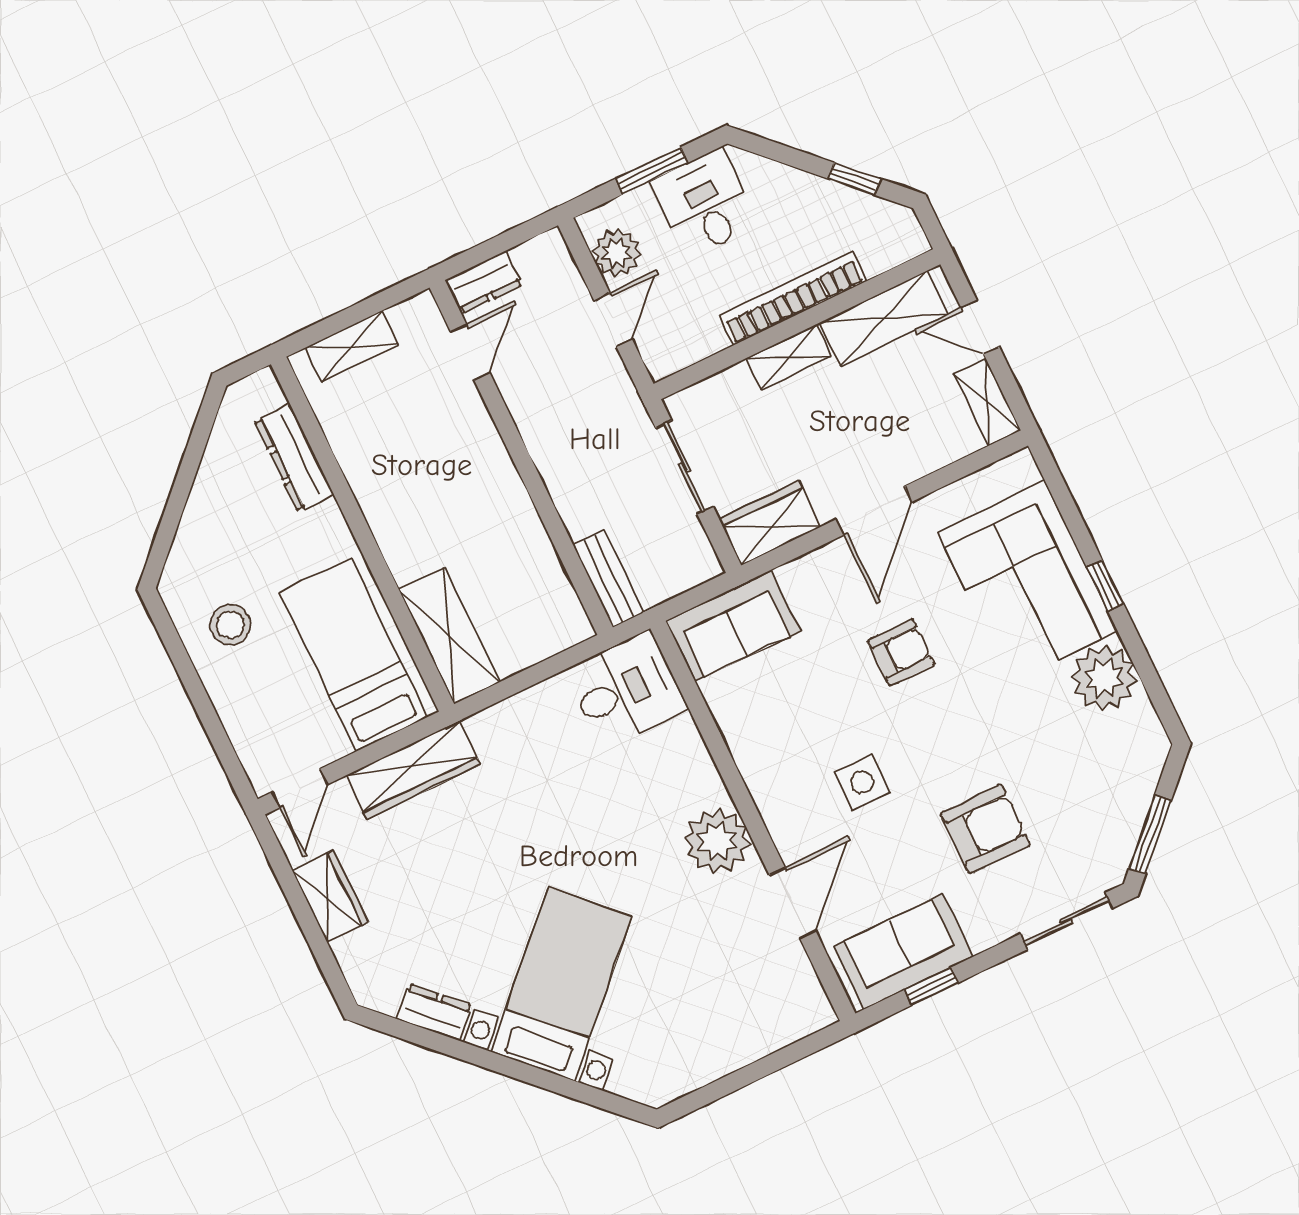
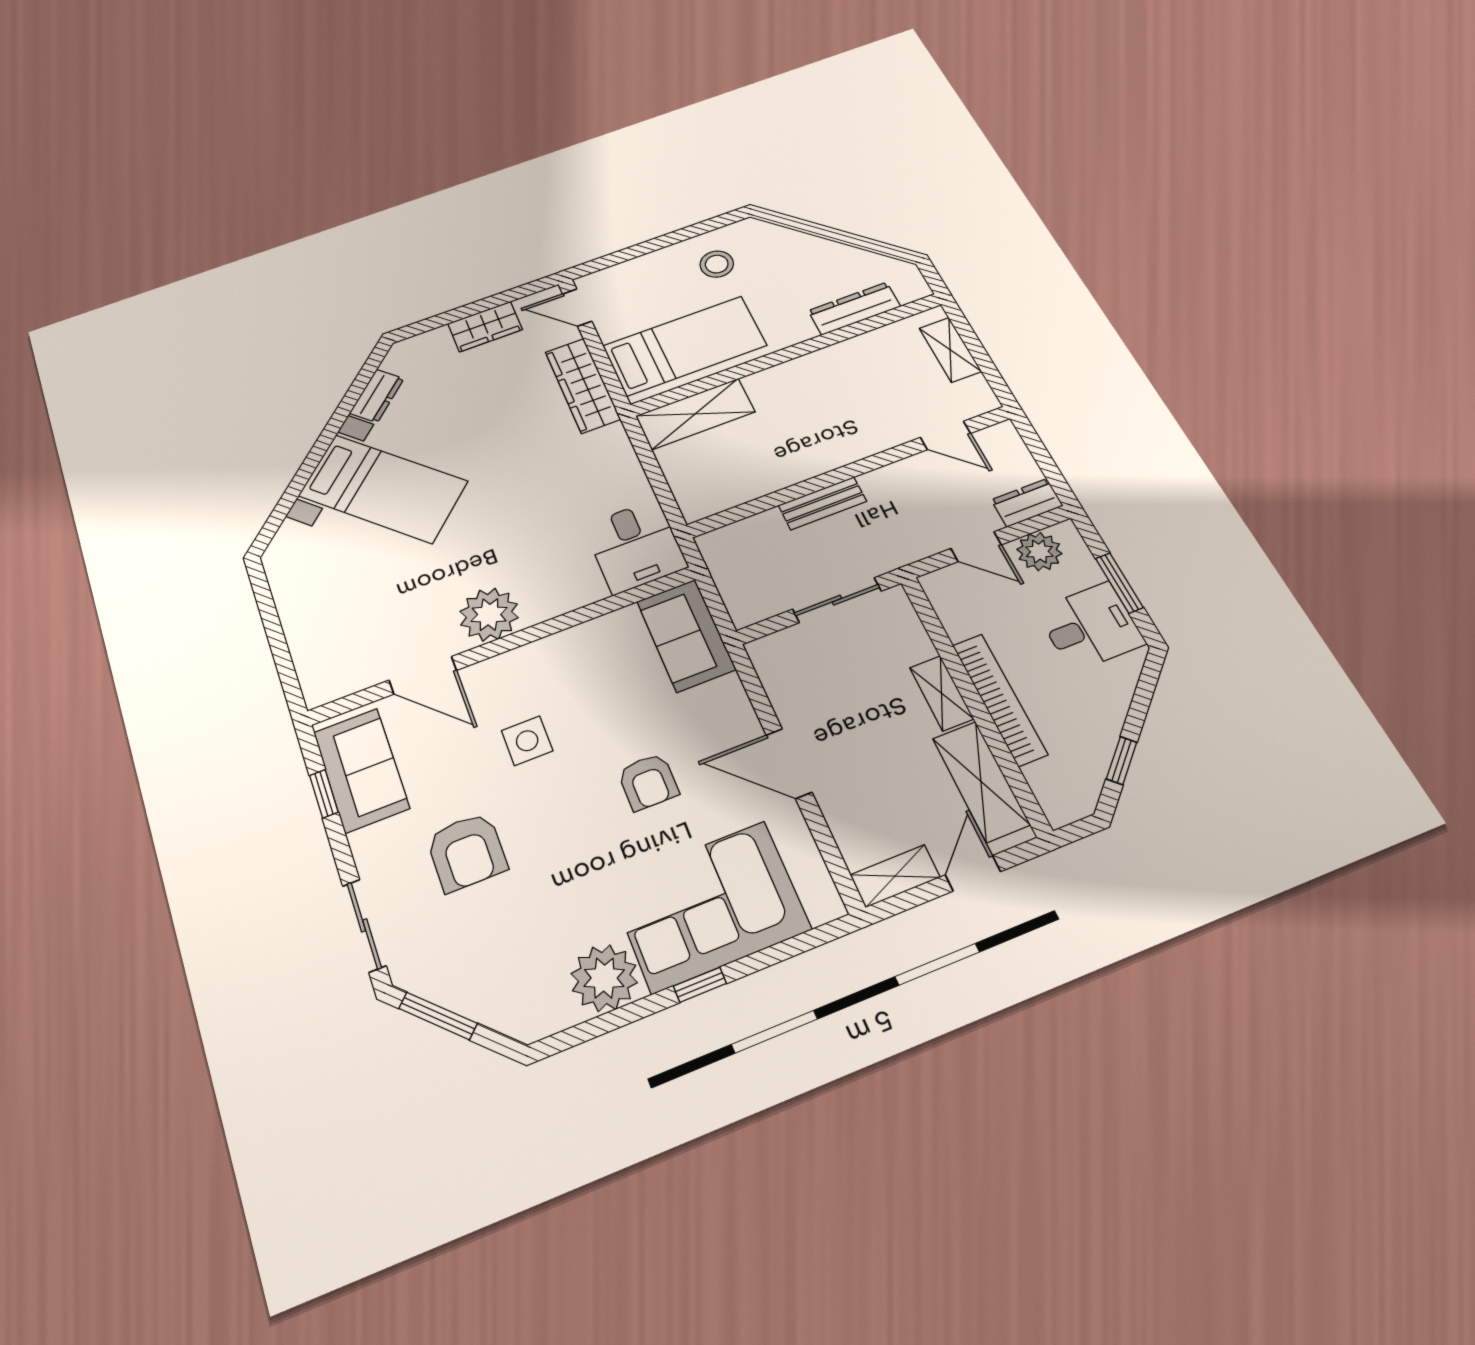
dresser: (484, 282) -> (1027, 503), moved, turned 90
wardrobe: (770, 523) -> (781, 670), removed
bench: (609, 579) -> (822, 503), moved

